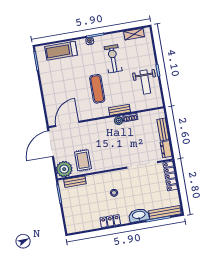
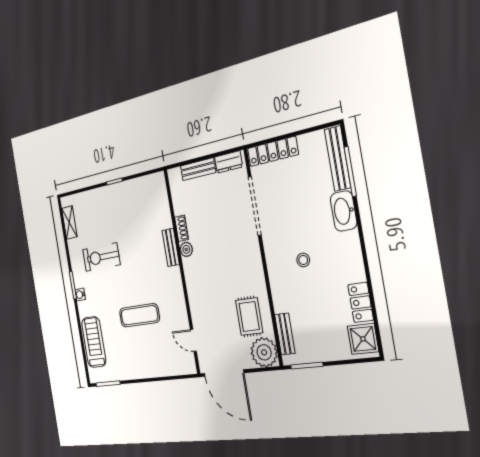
treadmill: (61, 51) -> (94, 342), turned 180
weight bench: (145, 82) -> (131, 203), removed
exercise mat: (97, 89) -> (139, 315), moved
door: (67, 124) -> (193, 340), width x0.53
rug: (83, 160) -> (249, 316), turned 90
locker: (110, 221) -> (361, 302), moved
shower: (75, 225) -> (363, 339), added

